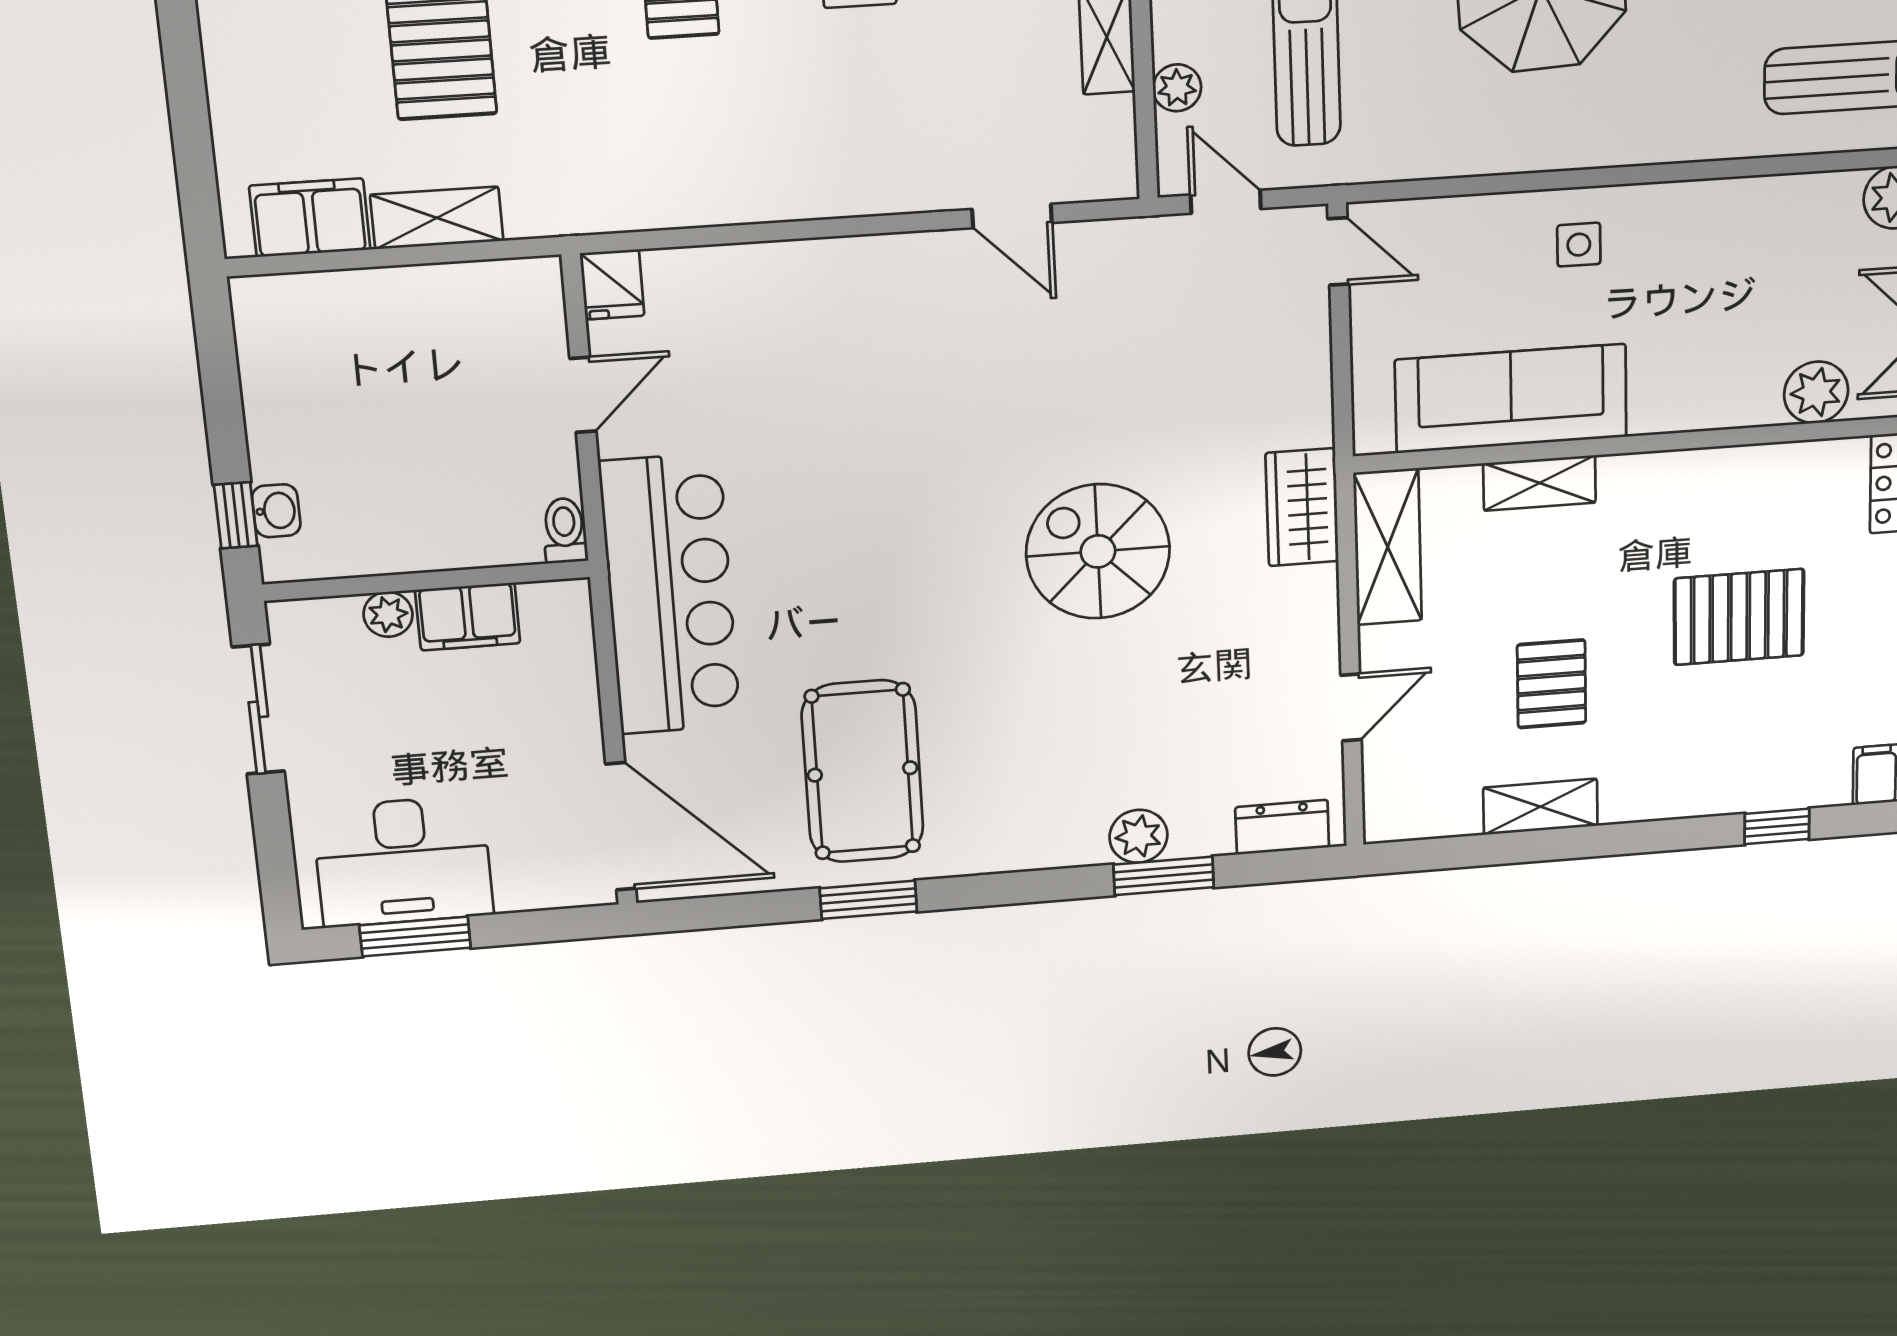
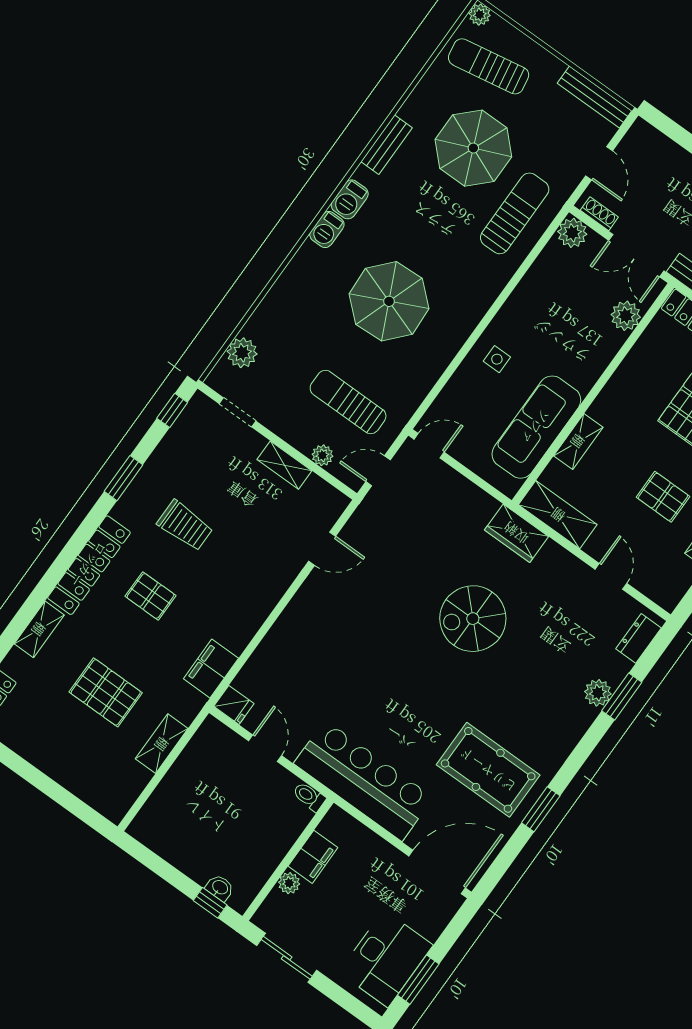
filing cabinet: (310, 218) -> (211, 668), moved

